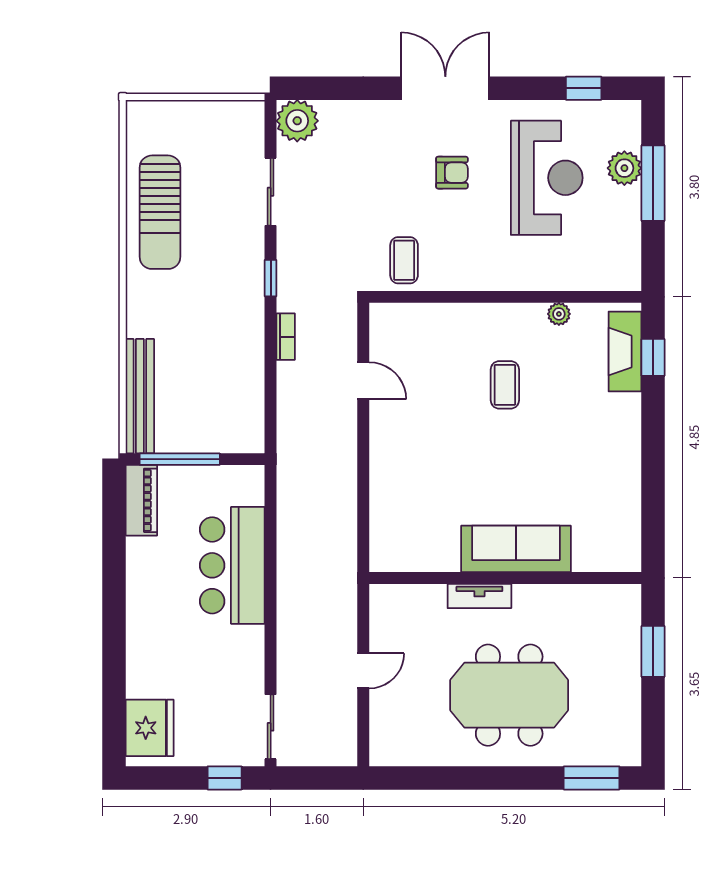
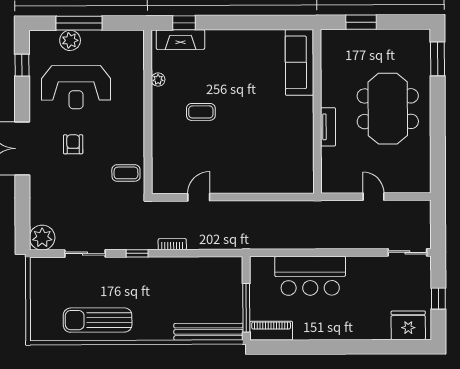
reception desk: (547, 178) -> (76, 87), turned 180
sun lounger: (160, 212) -> (98, 320), turned 180
sofa: (516, 549) -> (299, 62), moved
window: (225, 778) -> (438, 299), moved

